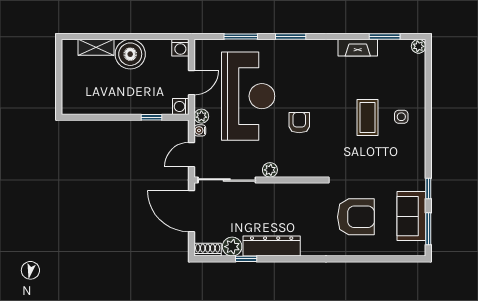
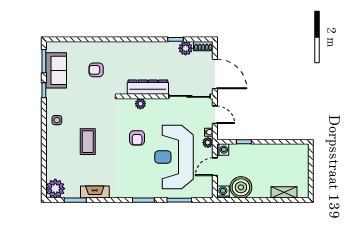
plant: (419, 46) -> (55, 189), width x1.88, depth x1.88
boiler: (130, 54) -> (241, 187), moved
side table: (401, 117) -> (57, 120), moved
door: (192, 155) -> (215, 115), hinge flipped
plant: (270, 170) -> (140, 104), moved
armchair: (356, 217) -> (96, 70), width x0.53, depth x0.53
dresser: (272, 246) -> (148, 87), moved, turned 180

